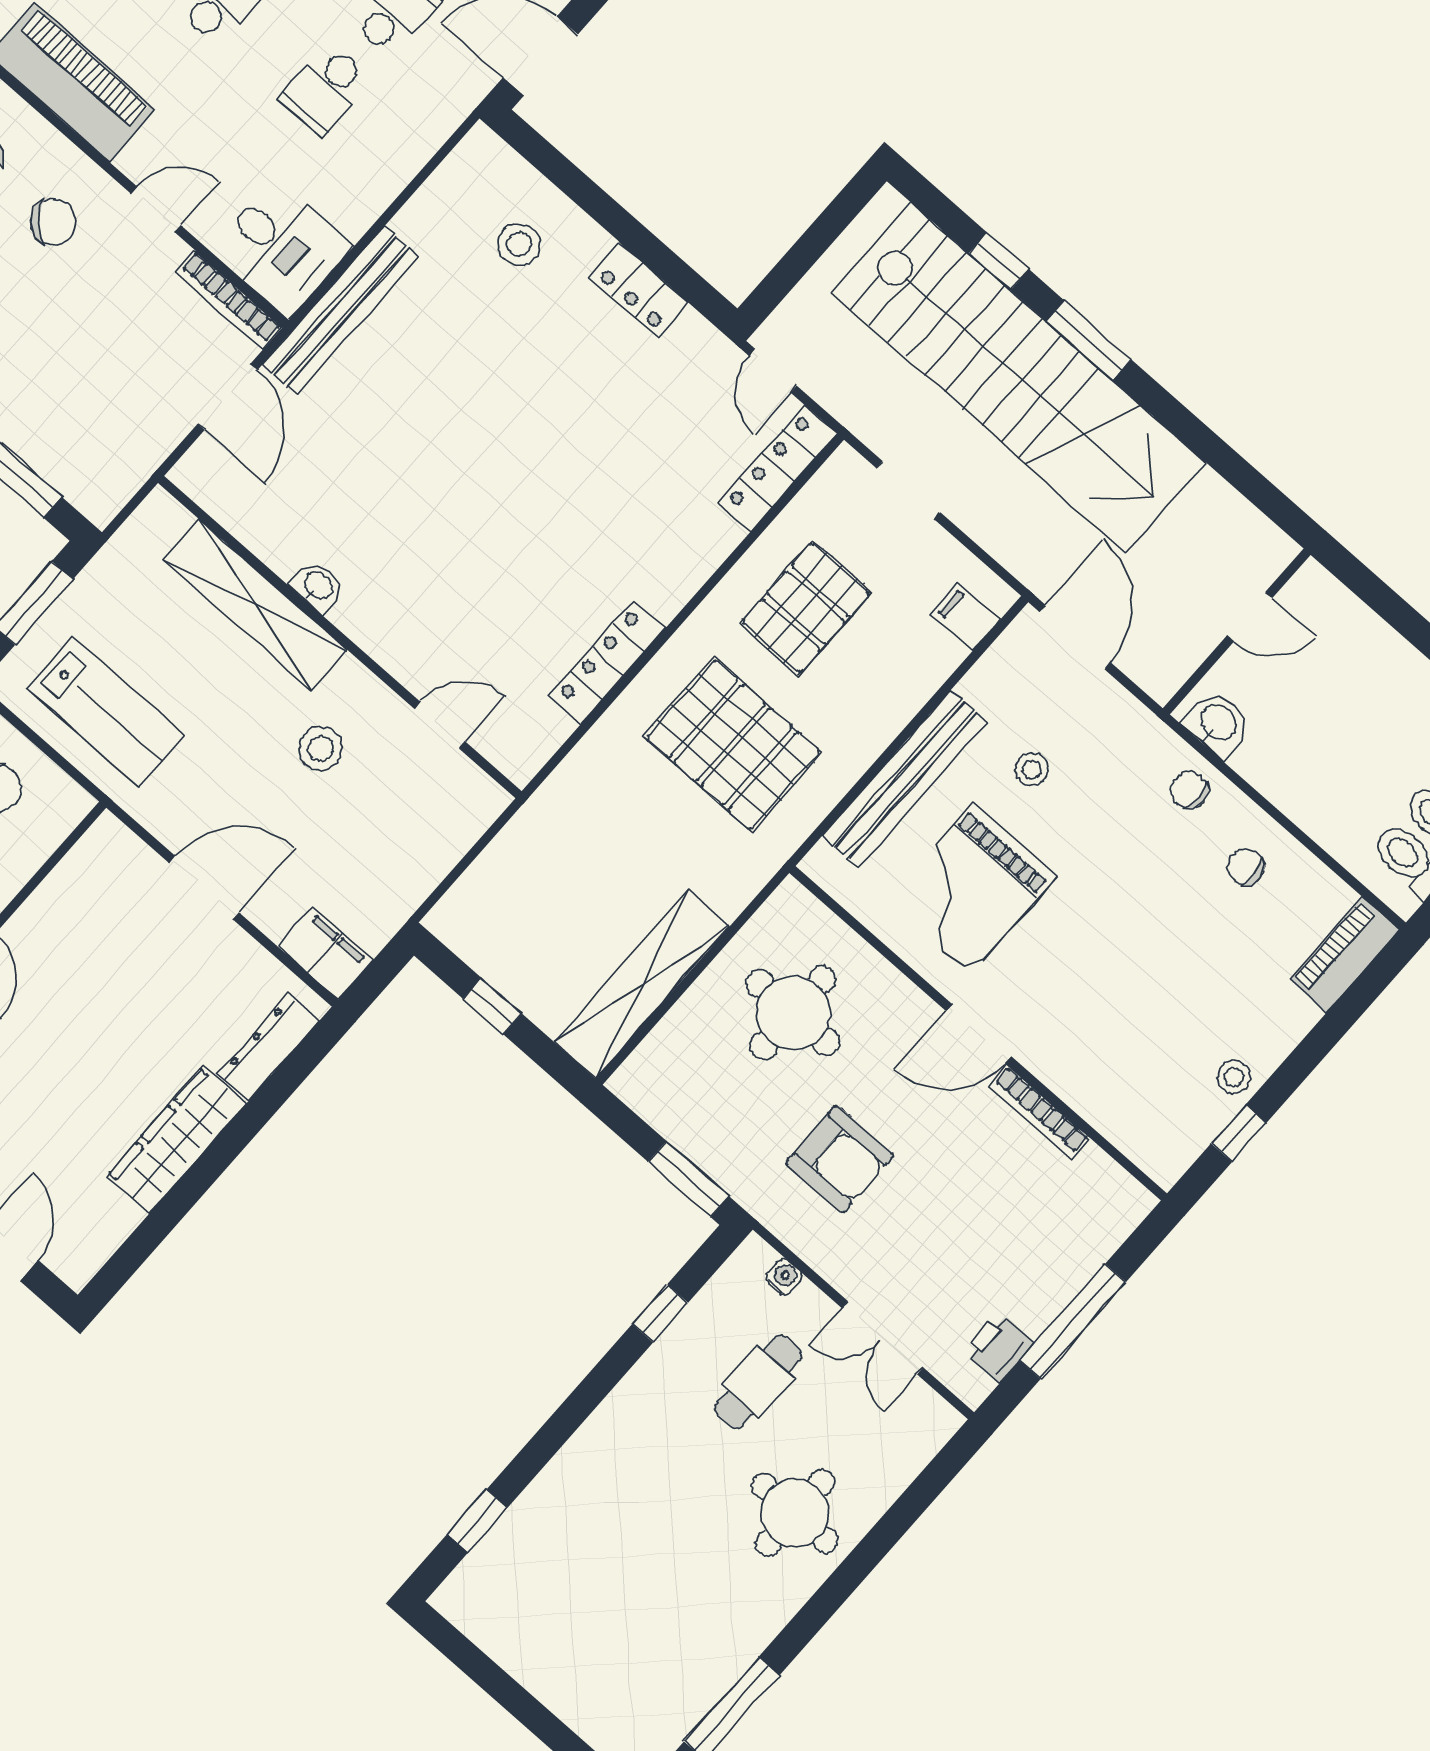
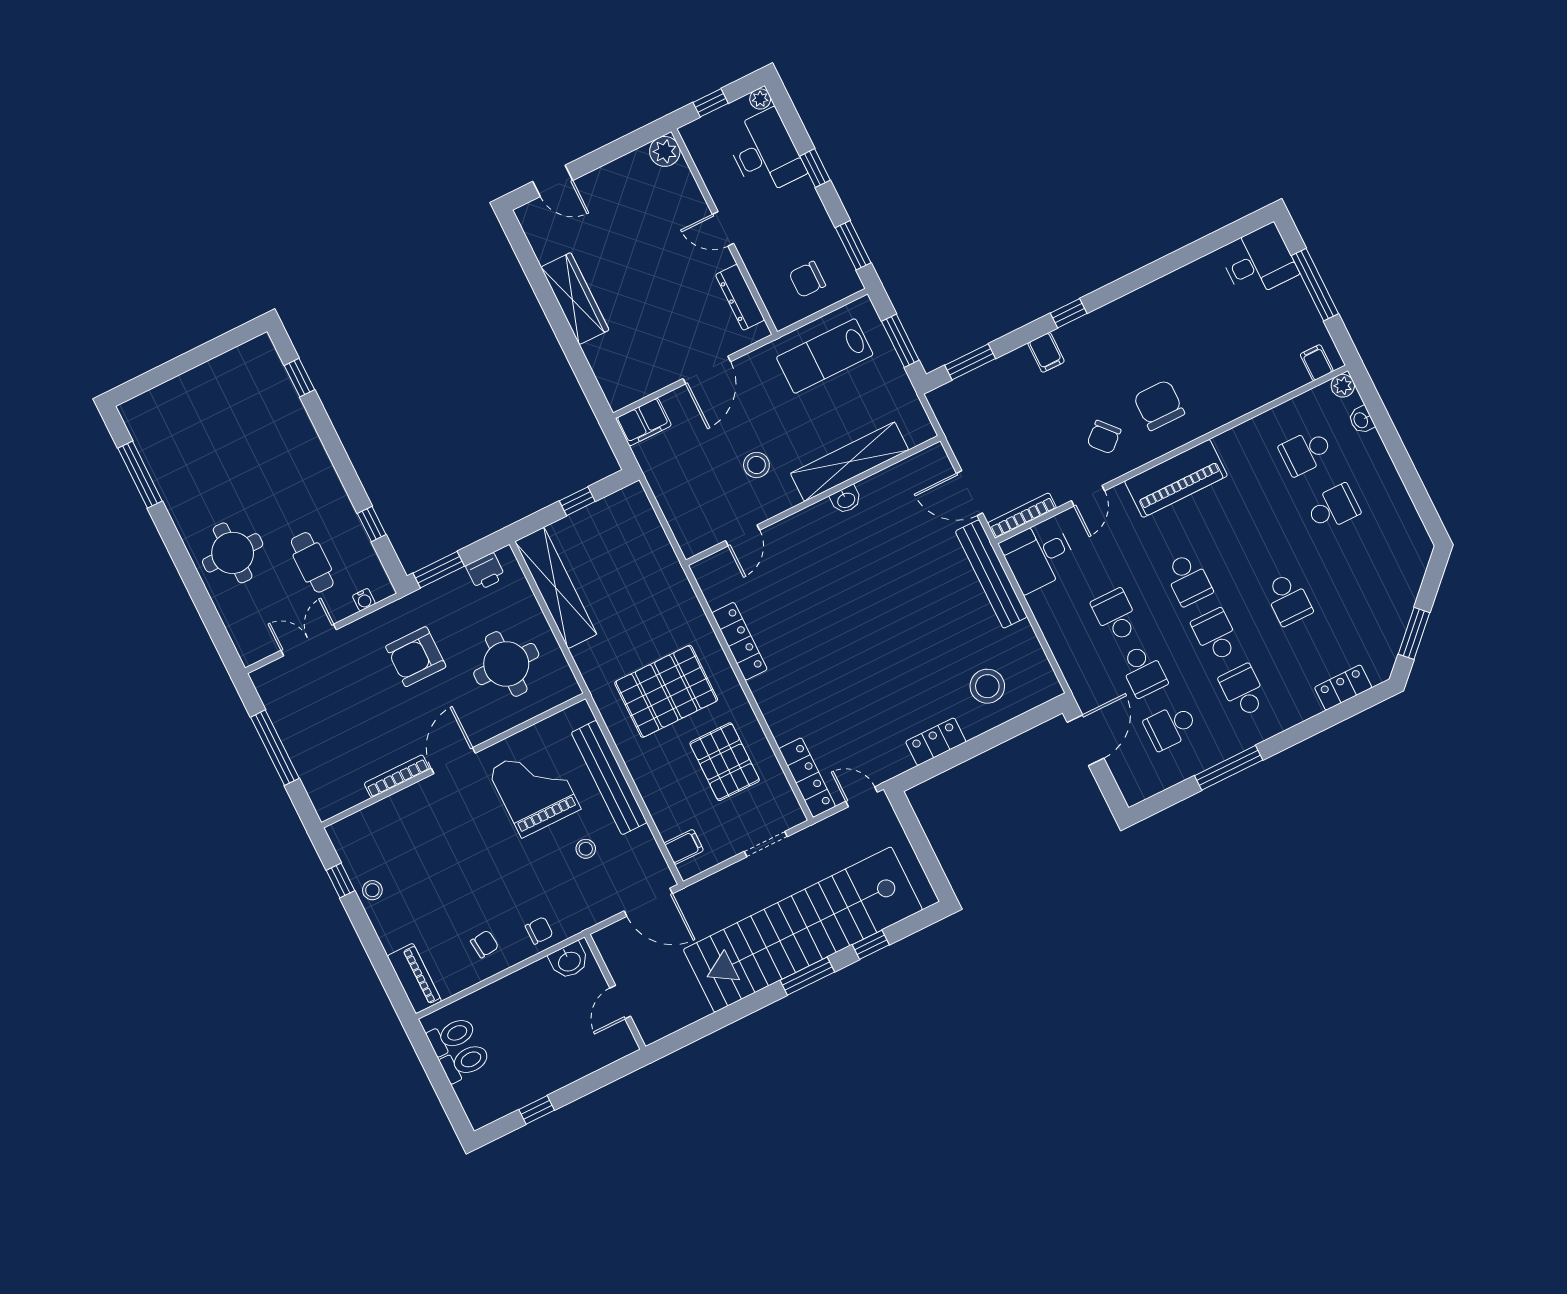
stool: (519, 245) -> (987, 686), width x1.38, depth x1.38
dresser: (268, 1047) -> (740, 297), moved, turned 180
printer: (999, 1347) -> (486, 572), moved, turned 90

